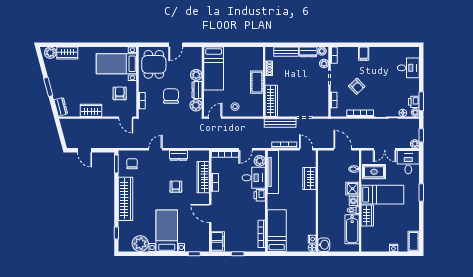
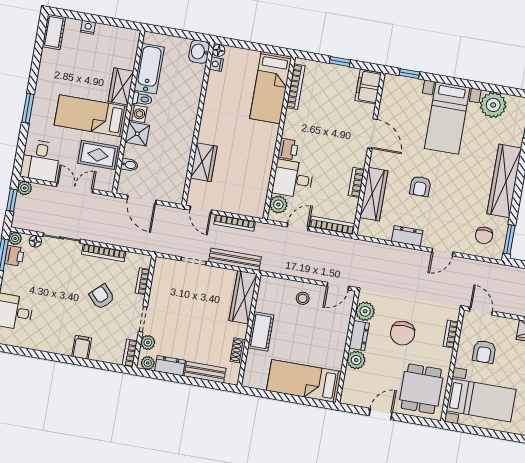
bed: (214, 69) -> (304, 381), moved, turned -90
tv unit: (273, 172) -> (260, 183), removed

